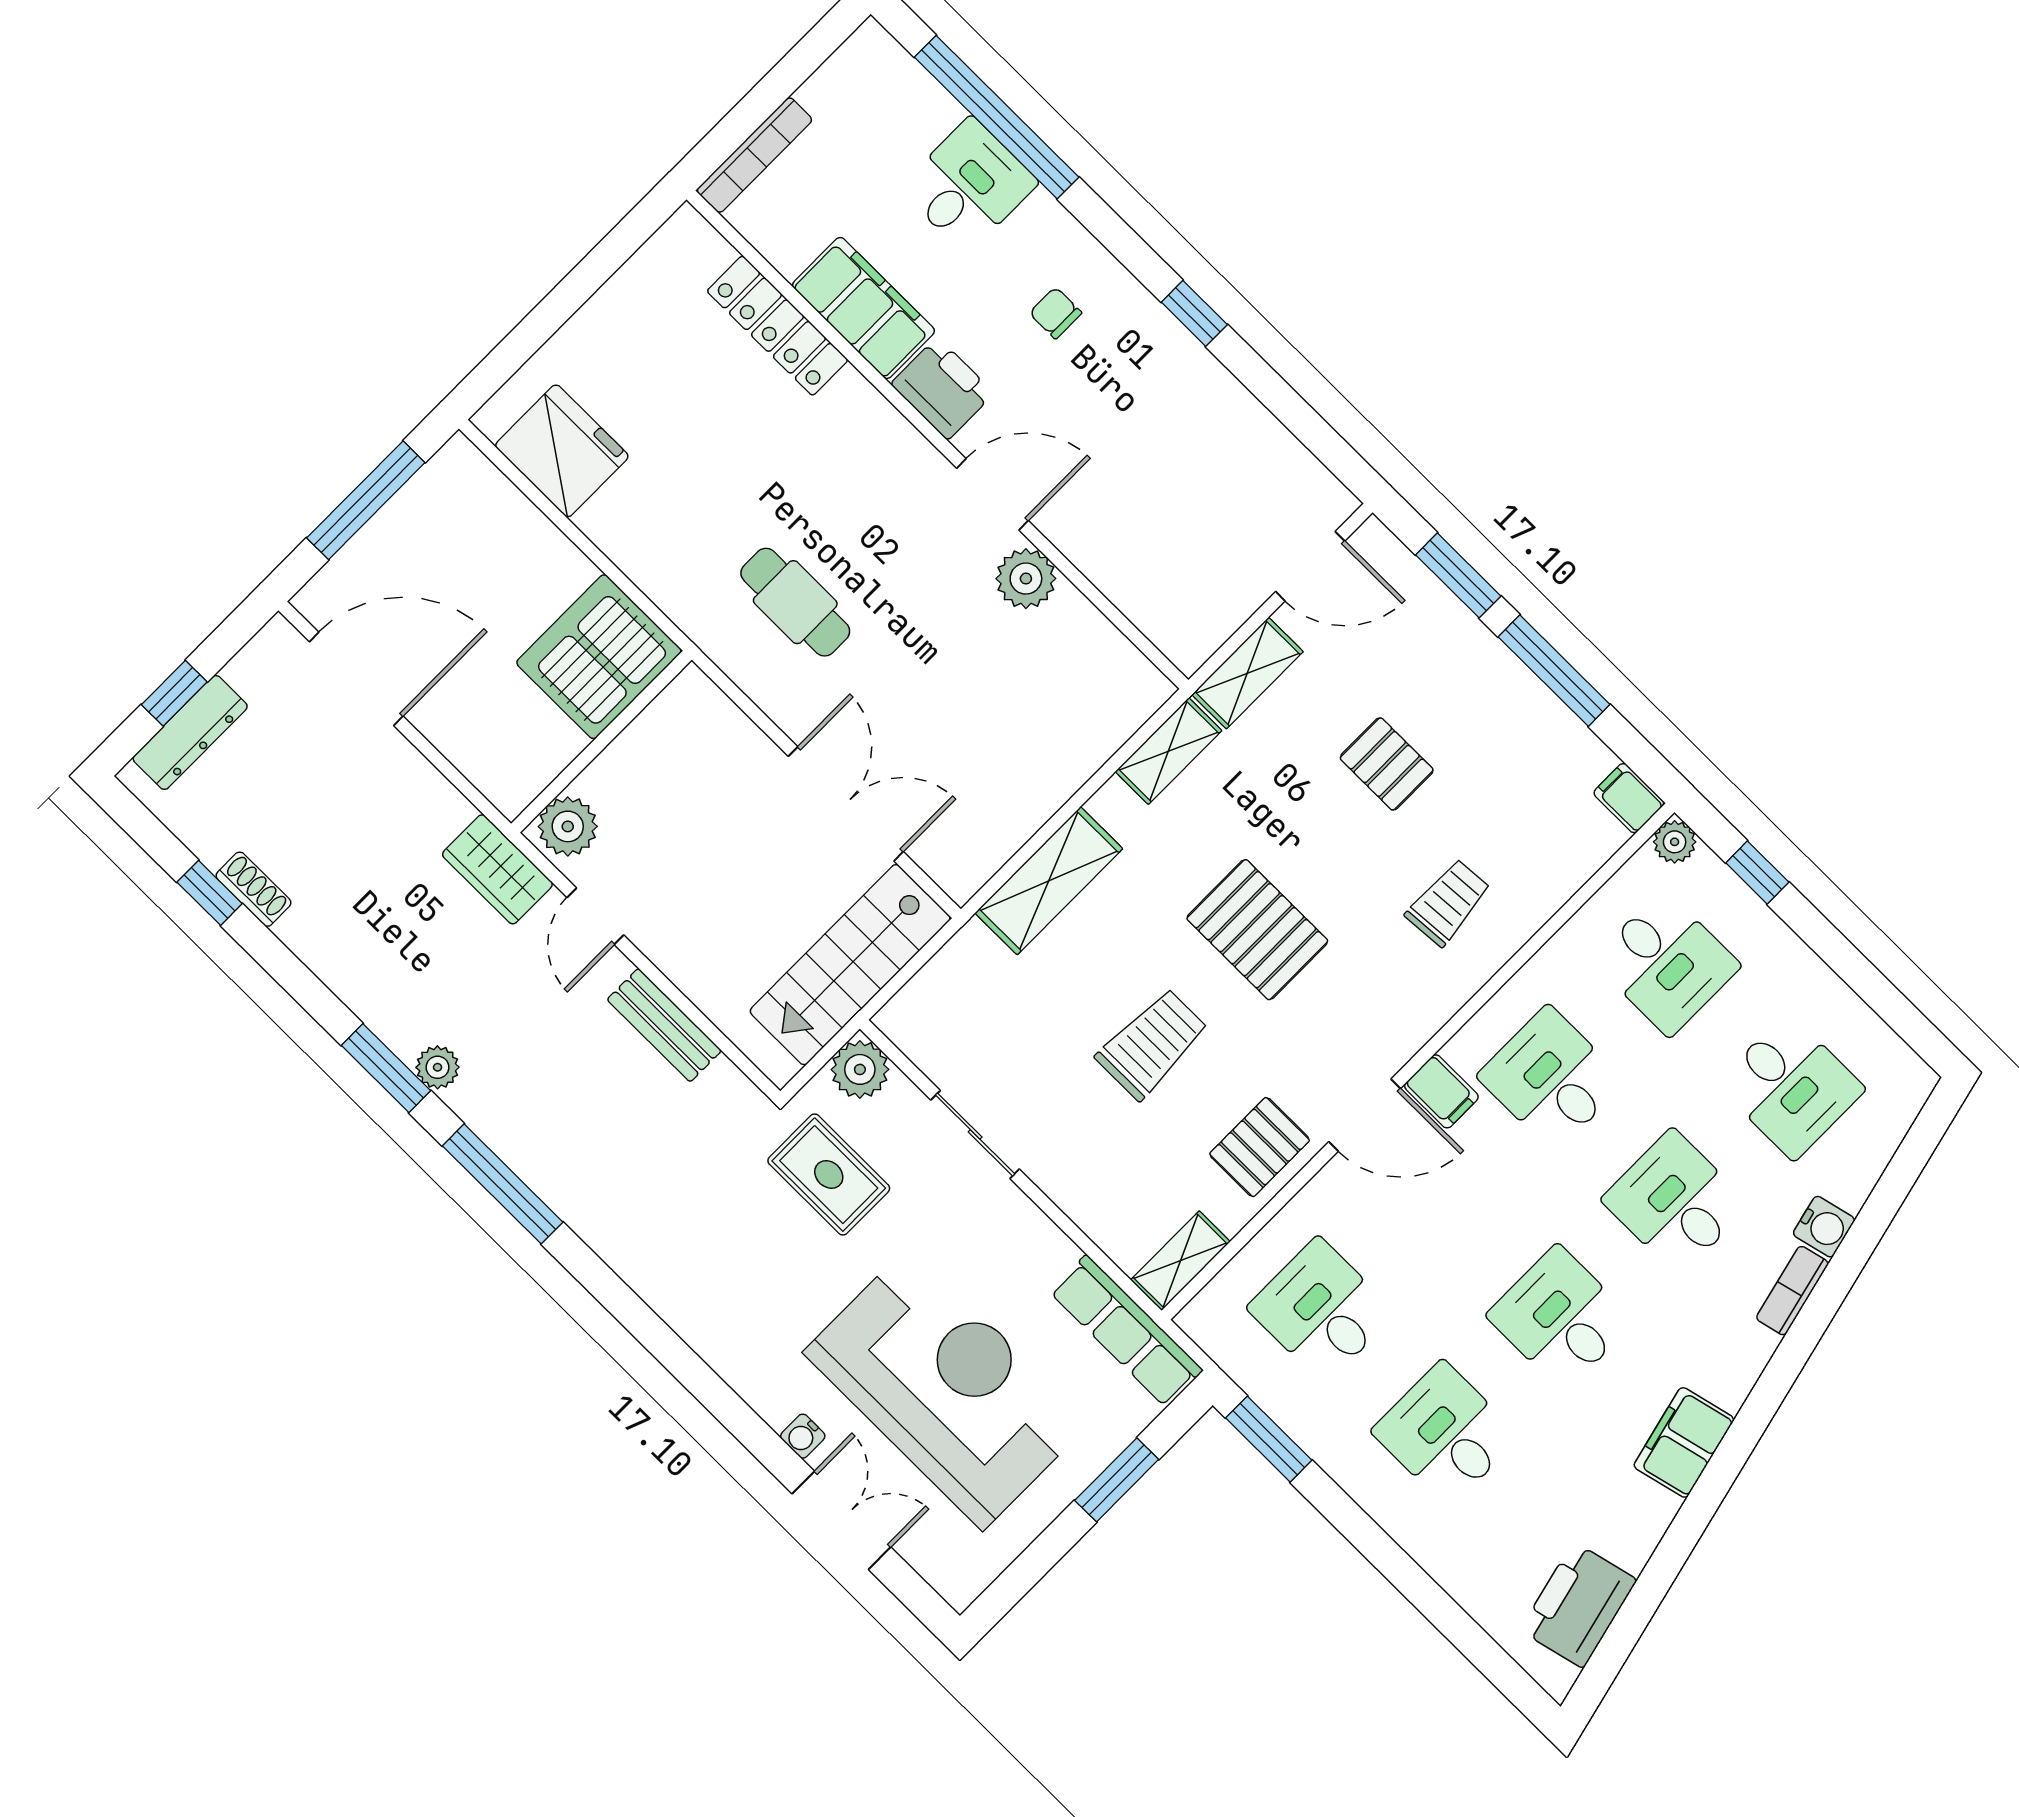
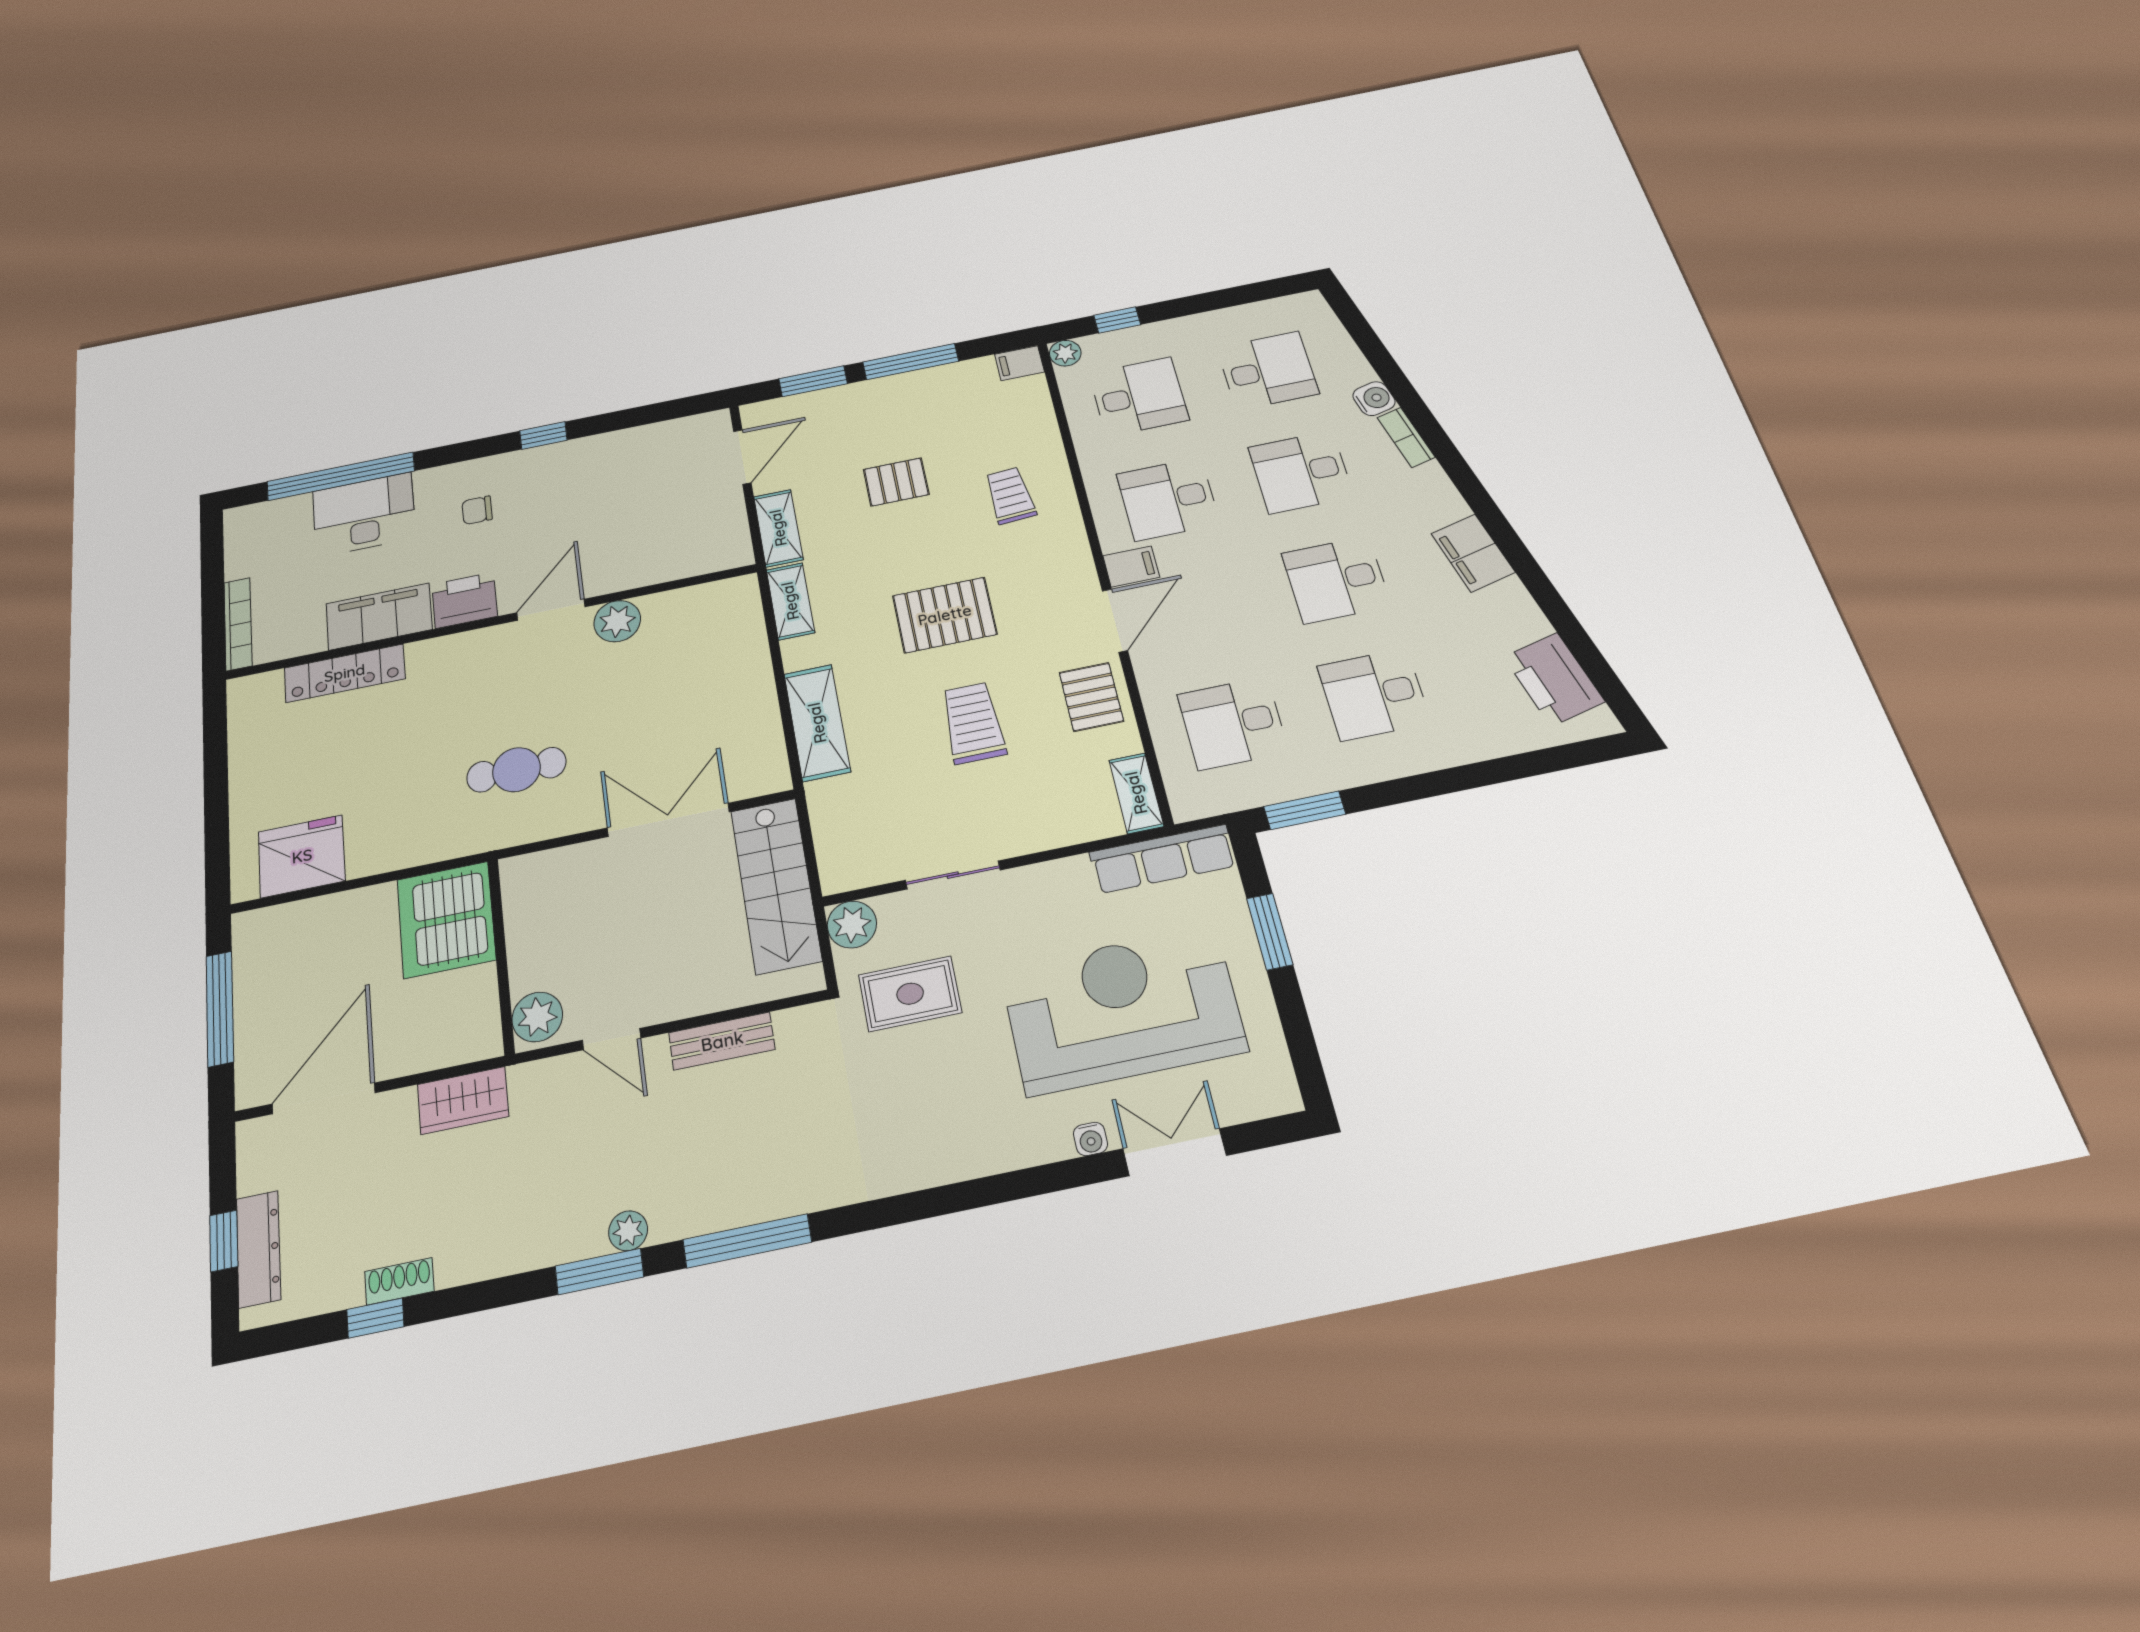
desk: (969, 185) -> (364, 514), width x1.37
wardrobe: (497, 869) -> (463, 1100), moved

